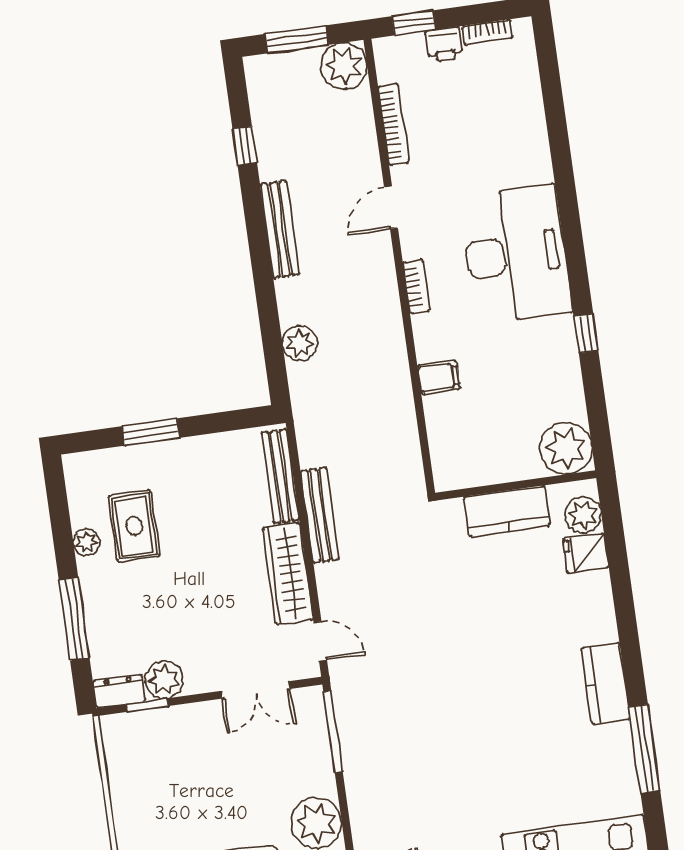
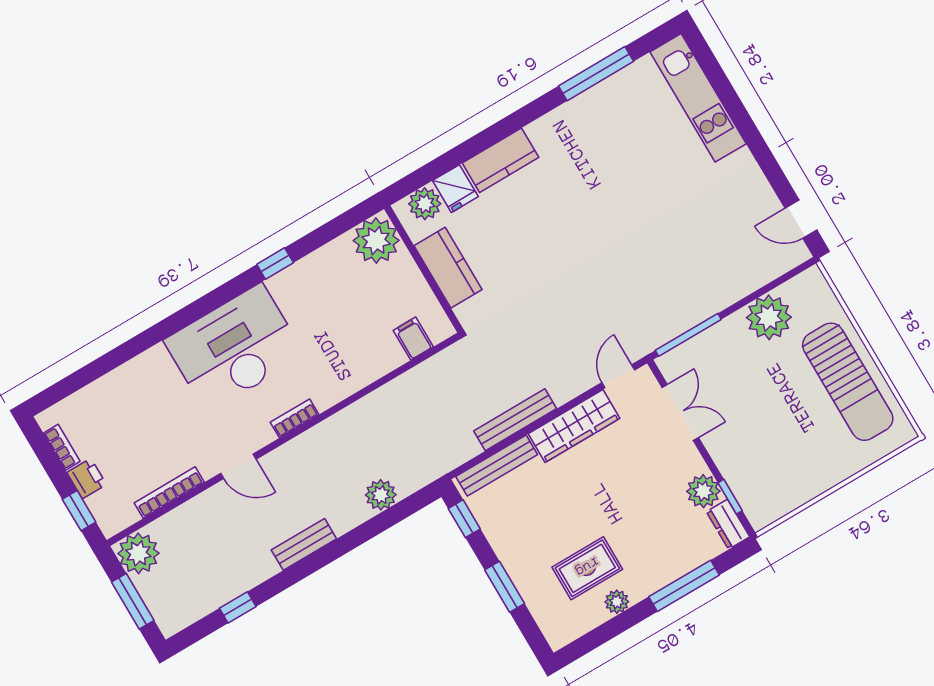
bench: (280, 229) -> (304, 544), width x0.73
filing cabinet: (439, 377) -> (413, 339), moved
window: (239, 420) -> (464, 519), added
kitchen counter: (606, 684) -> (501, 160), moved

